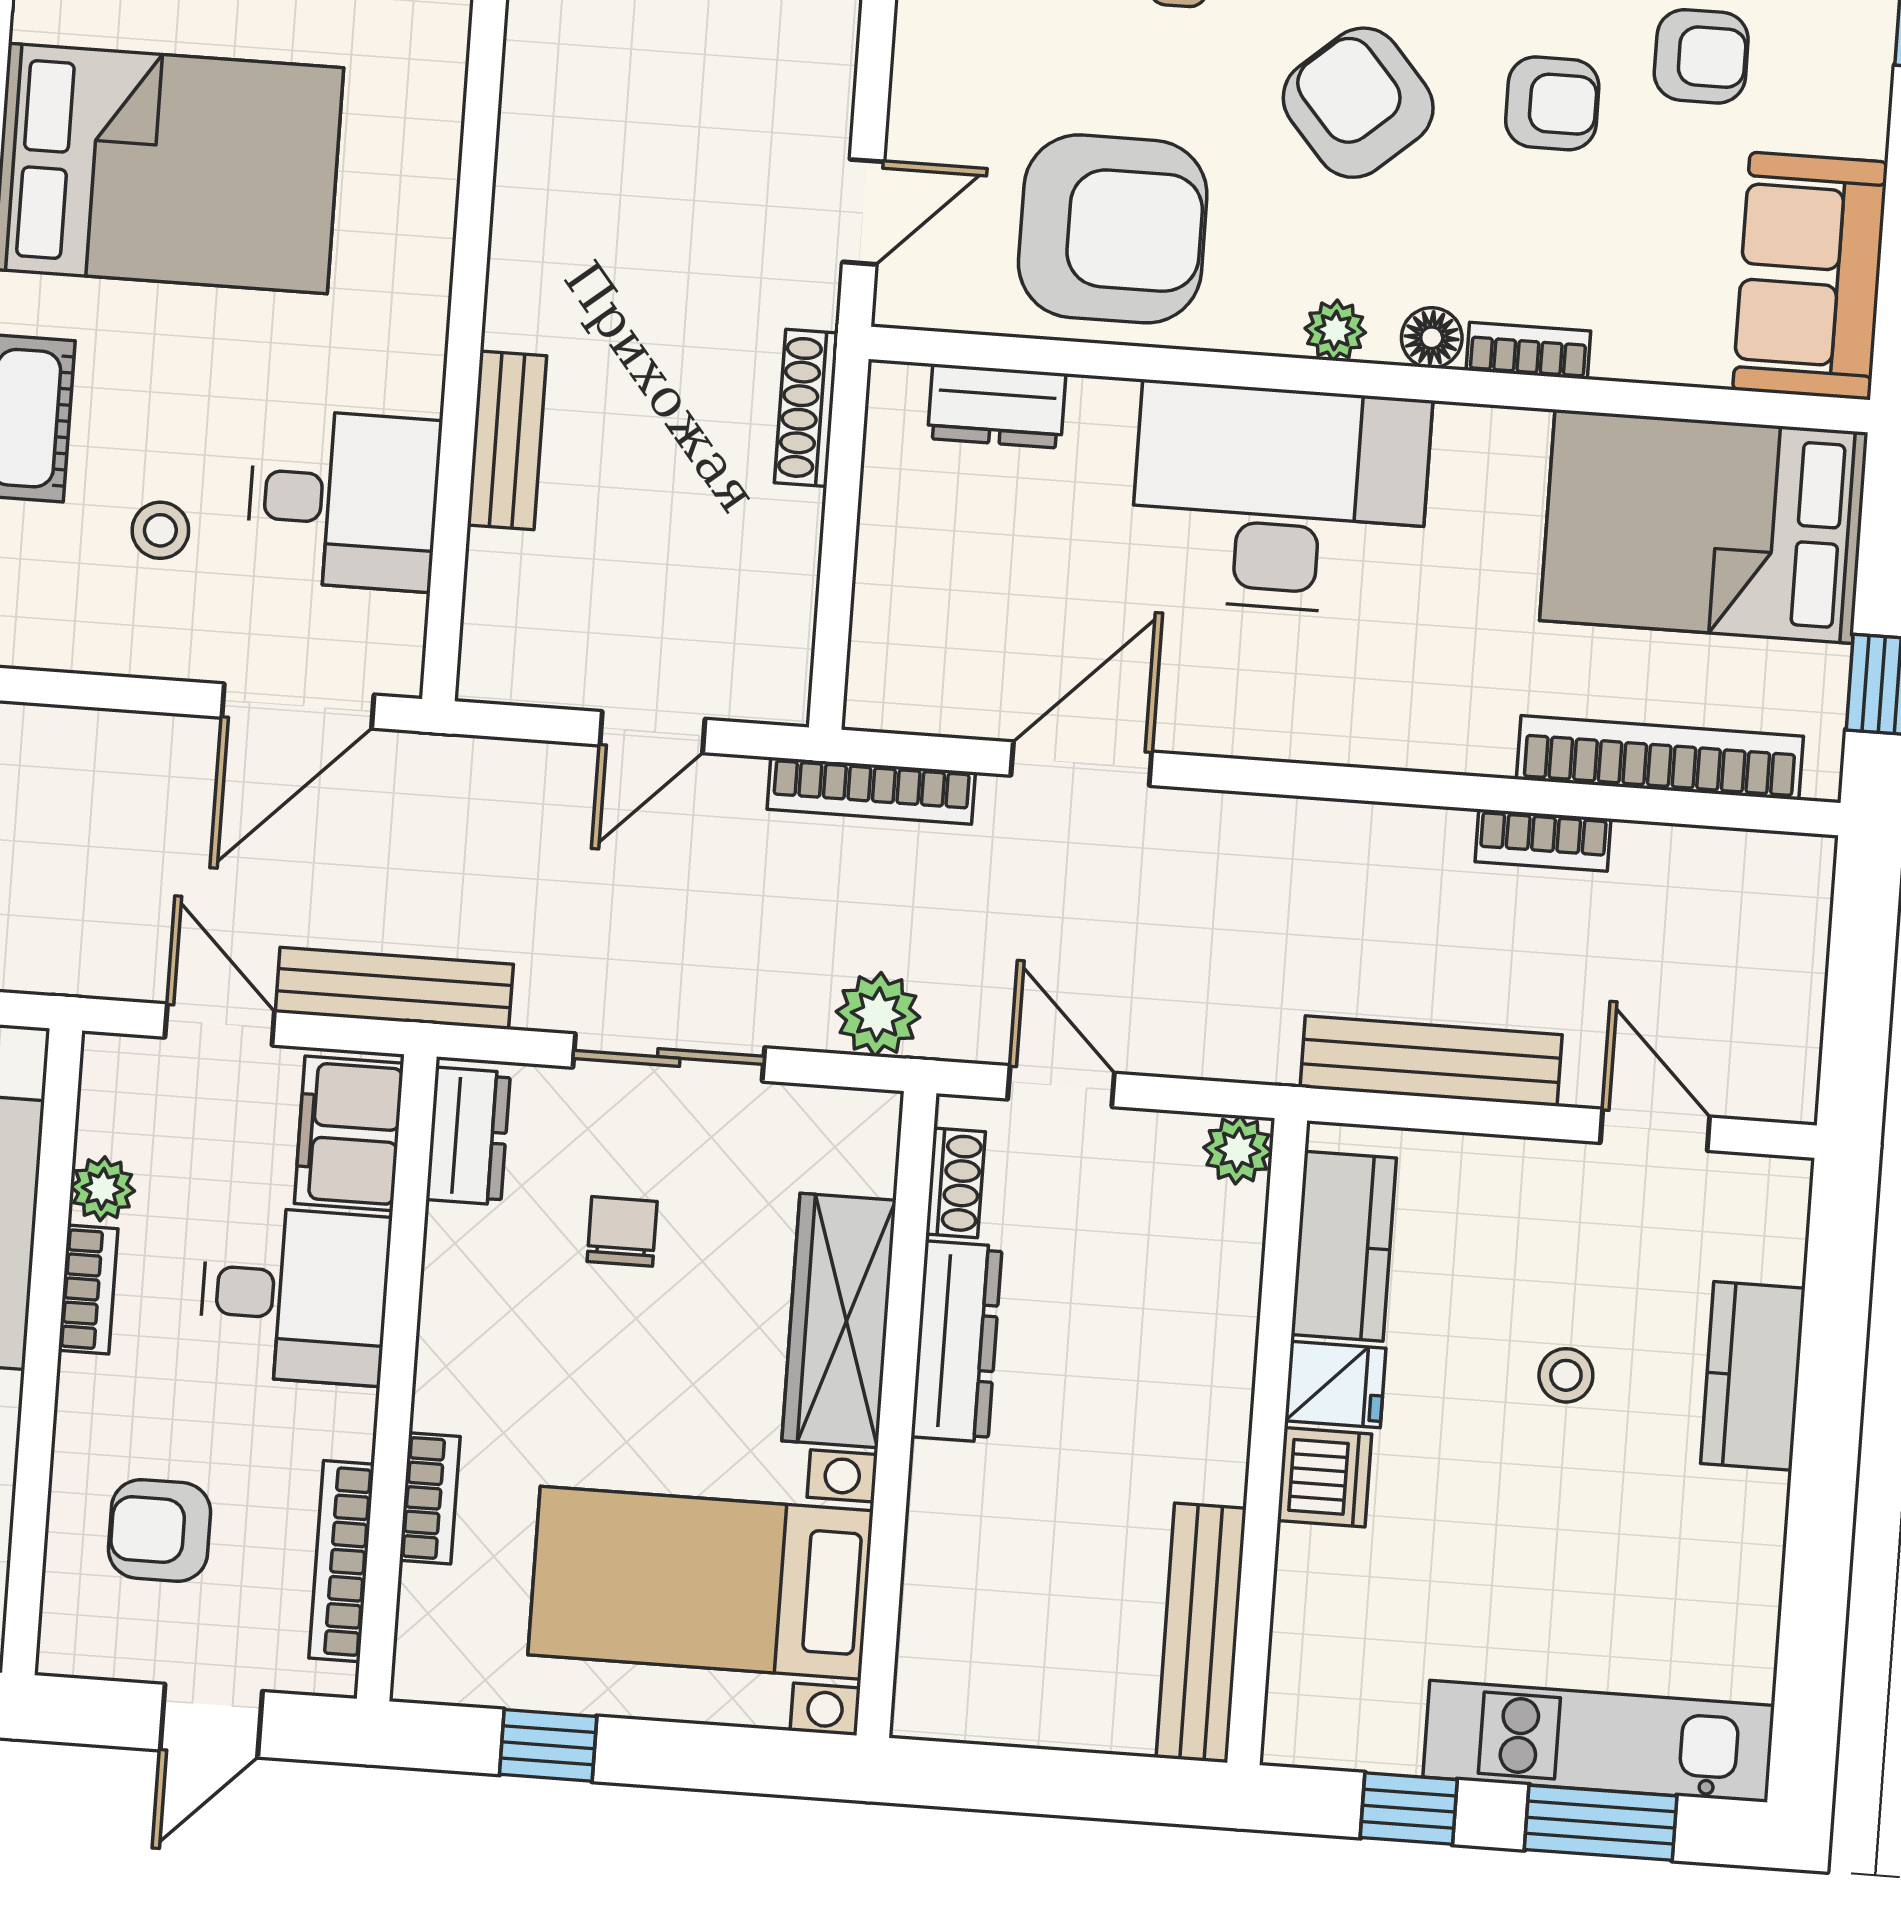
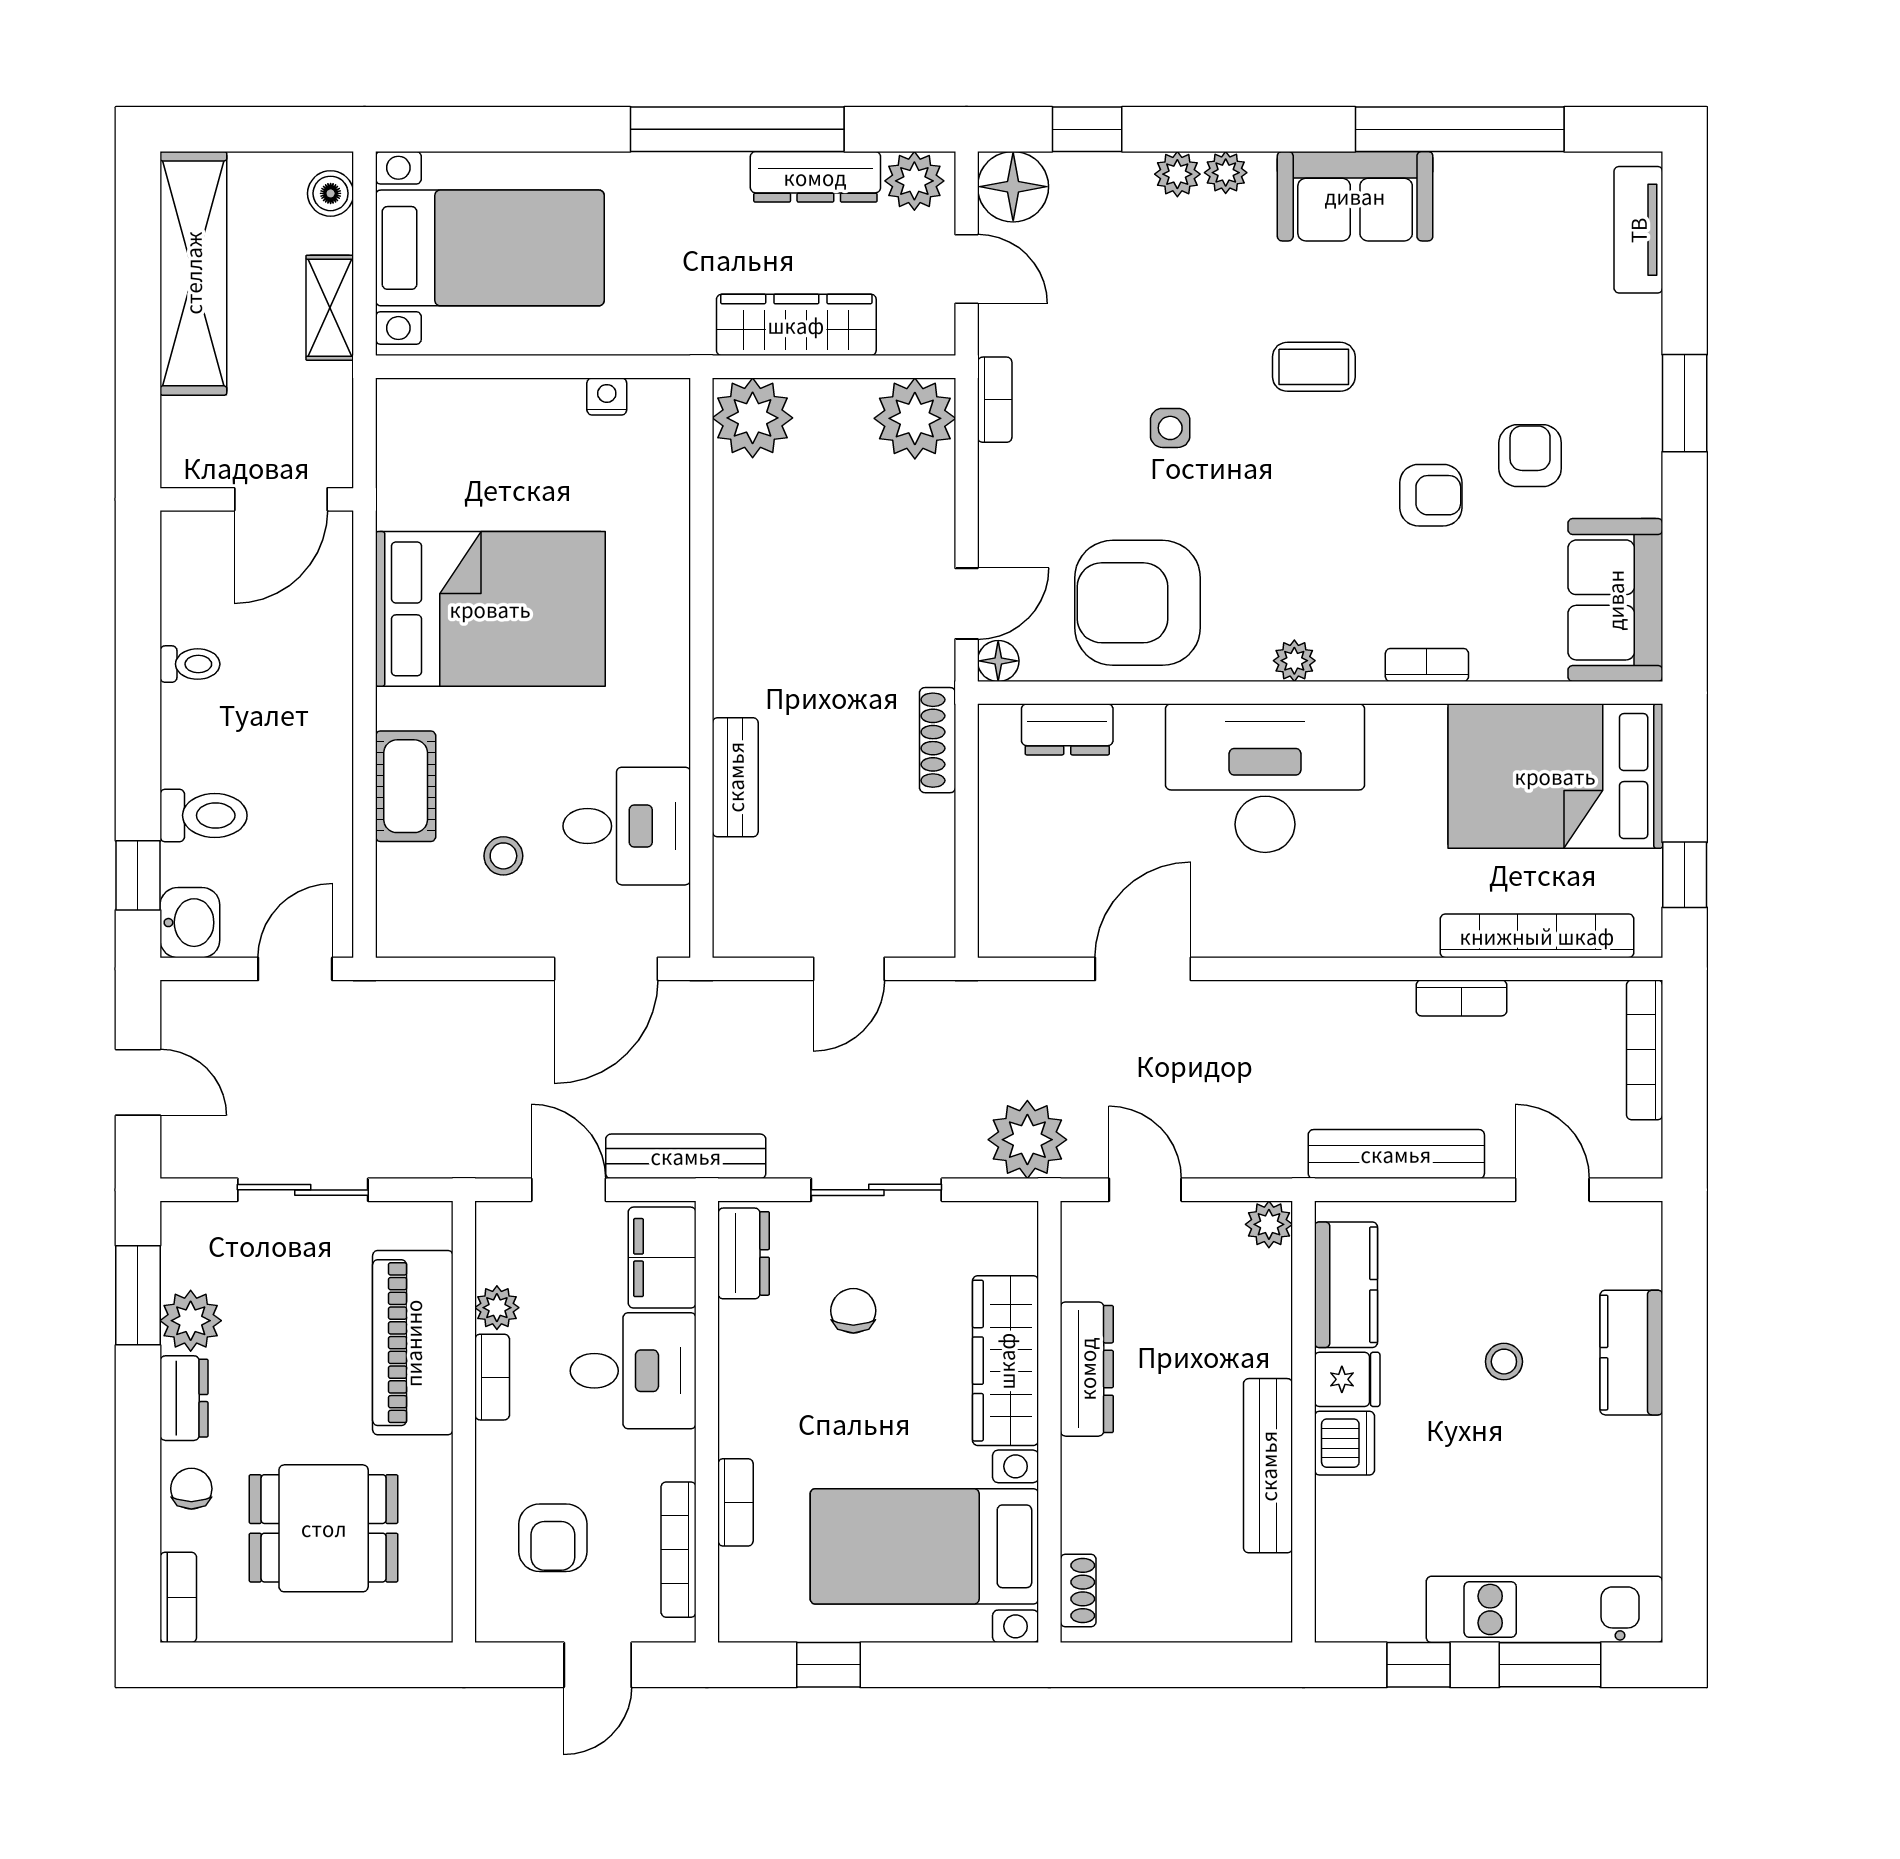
armchair: (1701, 56) -> (1530, 456), turned -90
armchair: (1358, 103) -> (1299, 504), removed
armchair: (1113, 229) -> (1138, 603), turned 180
floor lamp: (1432, 338) -> (998, 661), moved
bookcase: (871, 791) -> (1645, 1050), moved, turned 90
plant: (878, 1014) -> (1027, 1140), width x1.36, depth x1.36
shoe rack: (956, 1183) -> (1078, 1591), moved
armchair: (159, 1530) -> (553, 1538), turned -90
bench: (1201, 1633) -> (1268, 1466), moved

